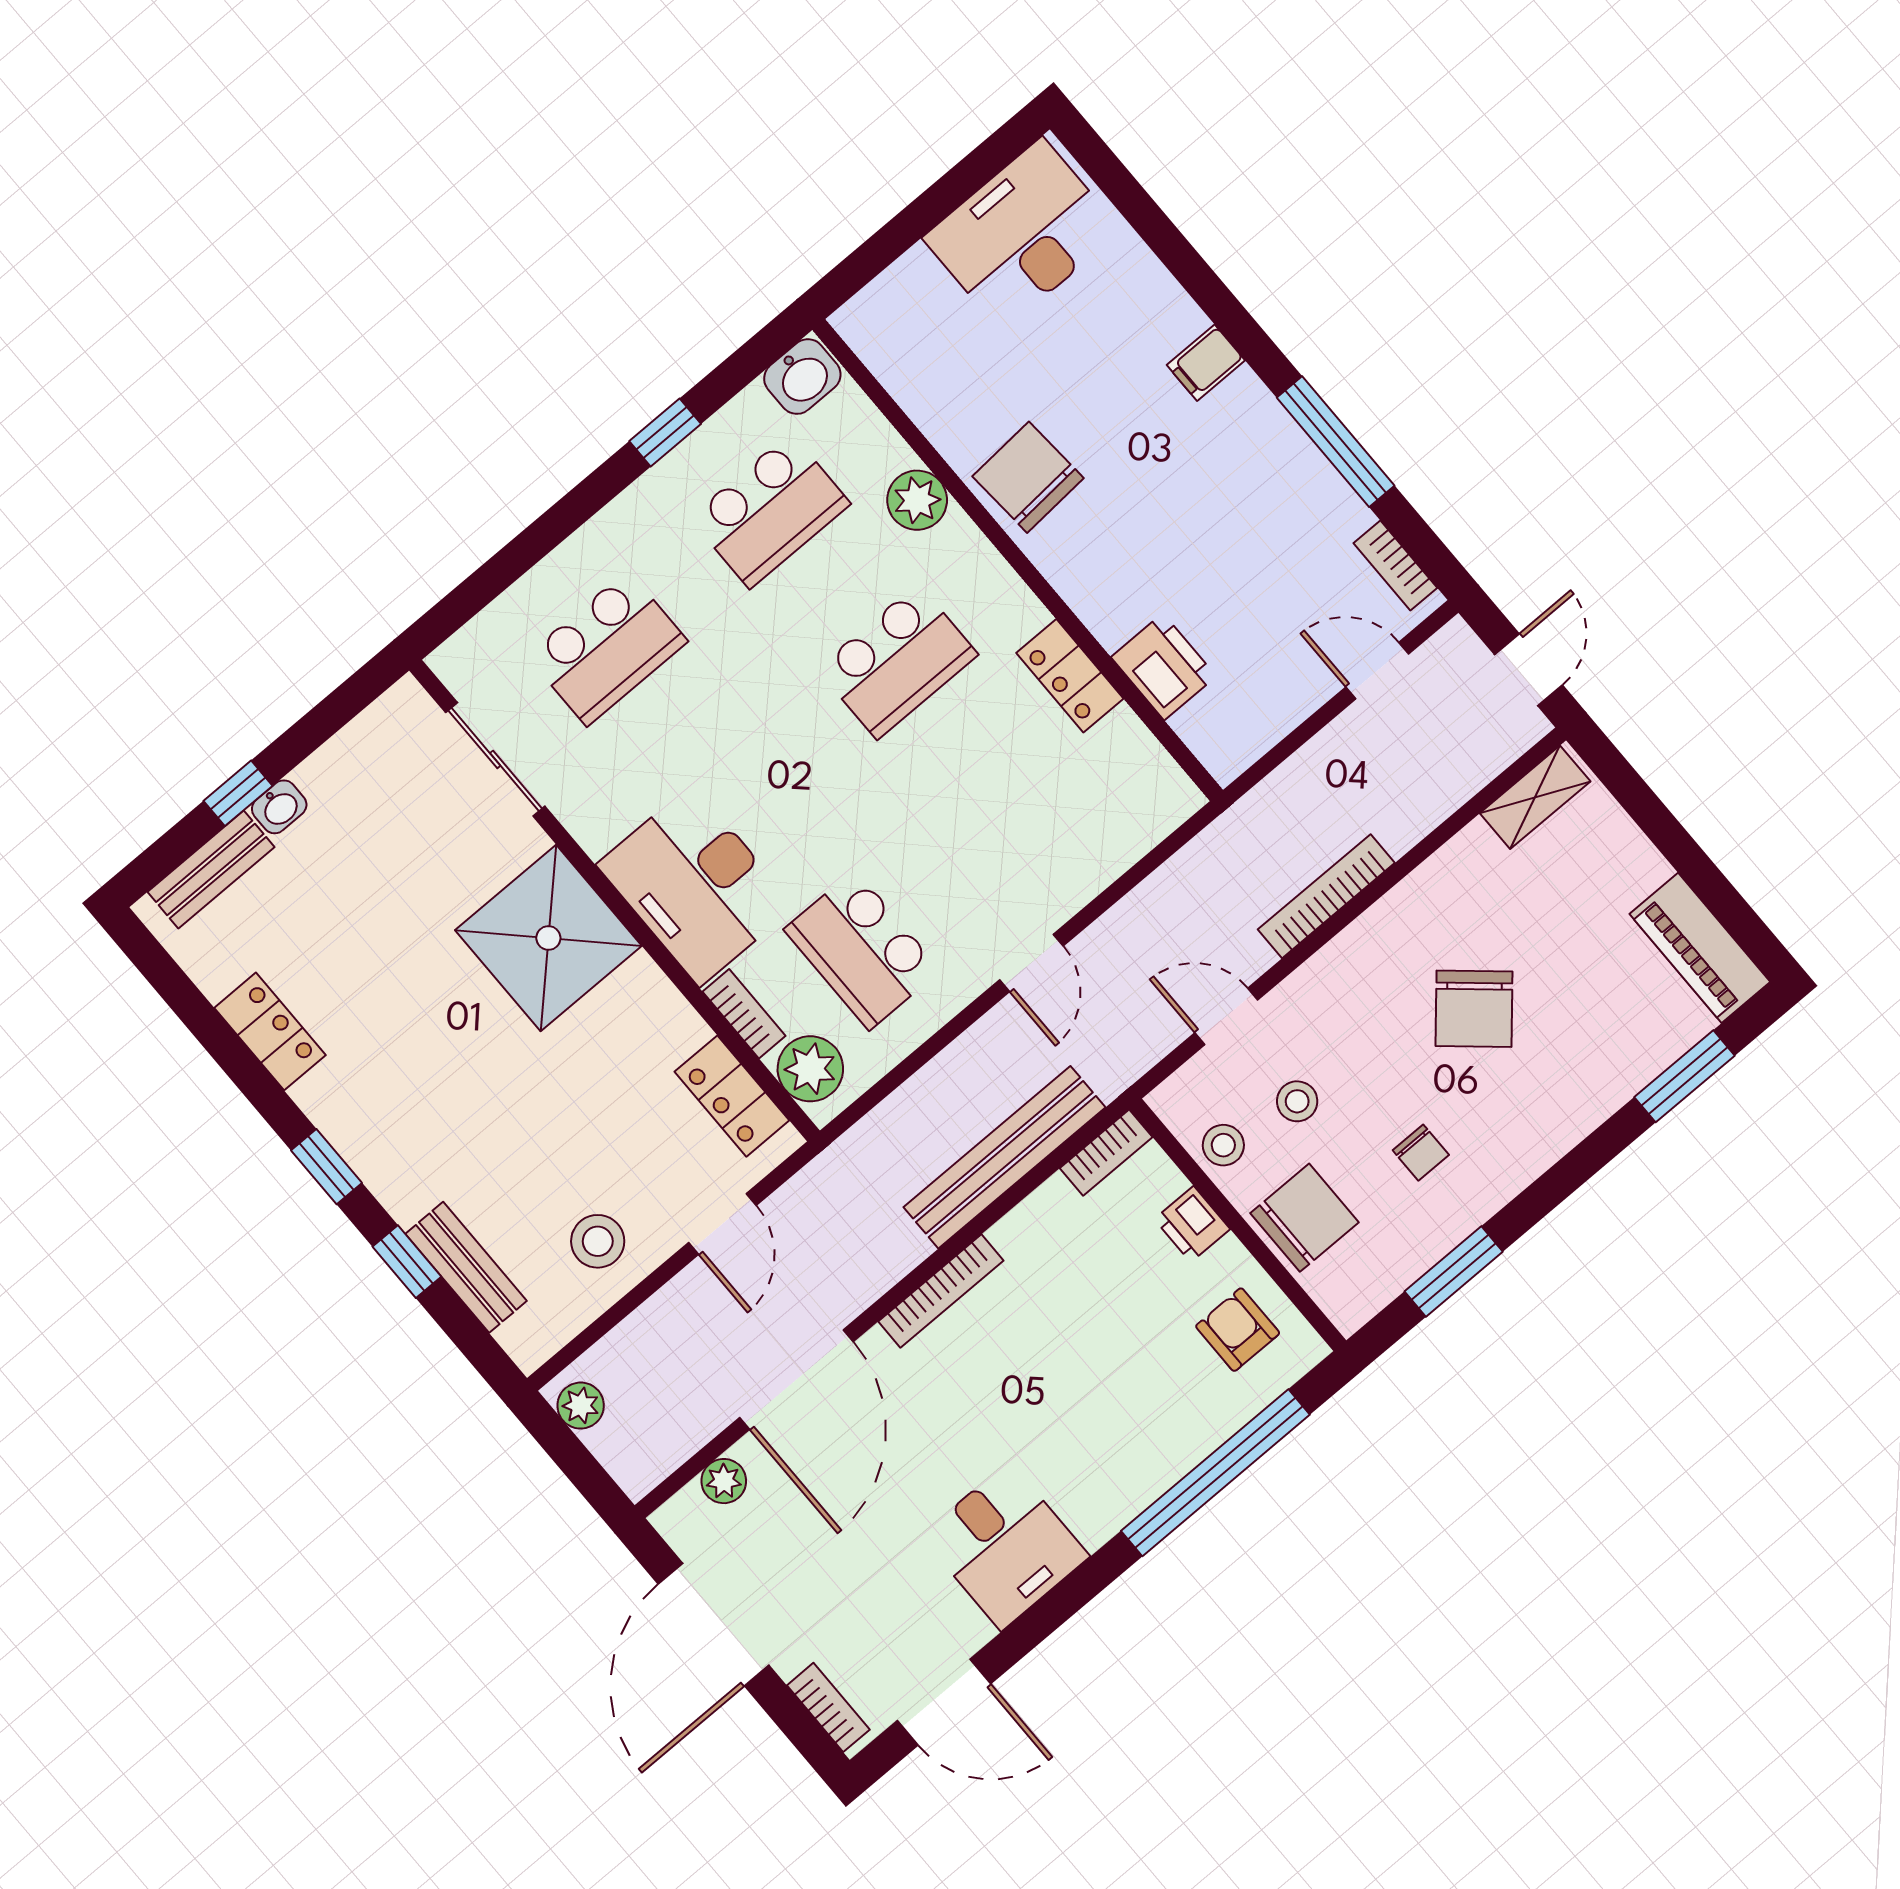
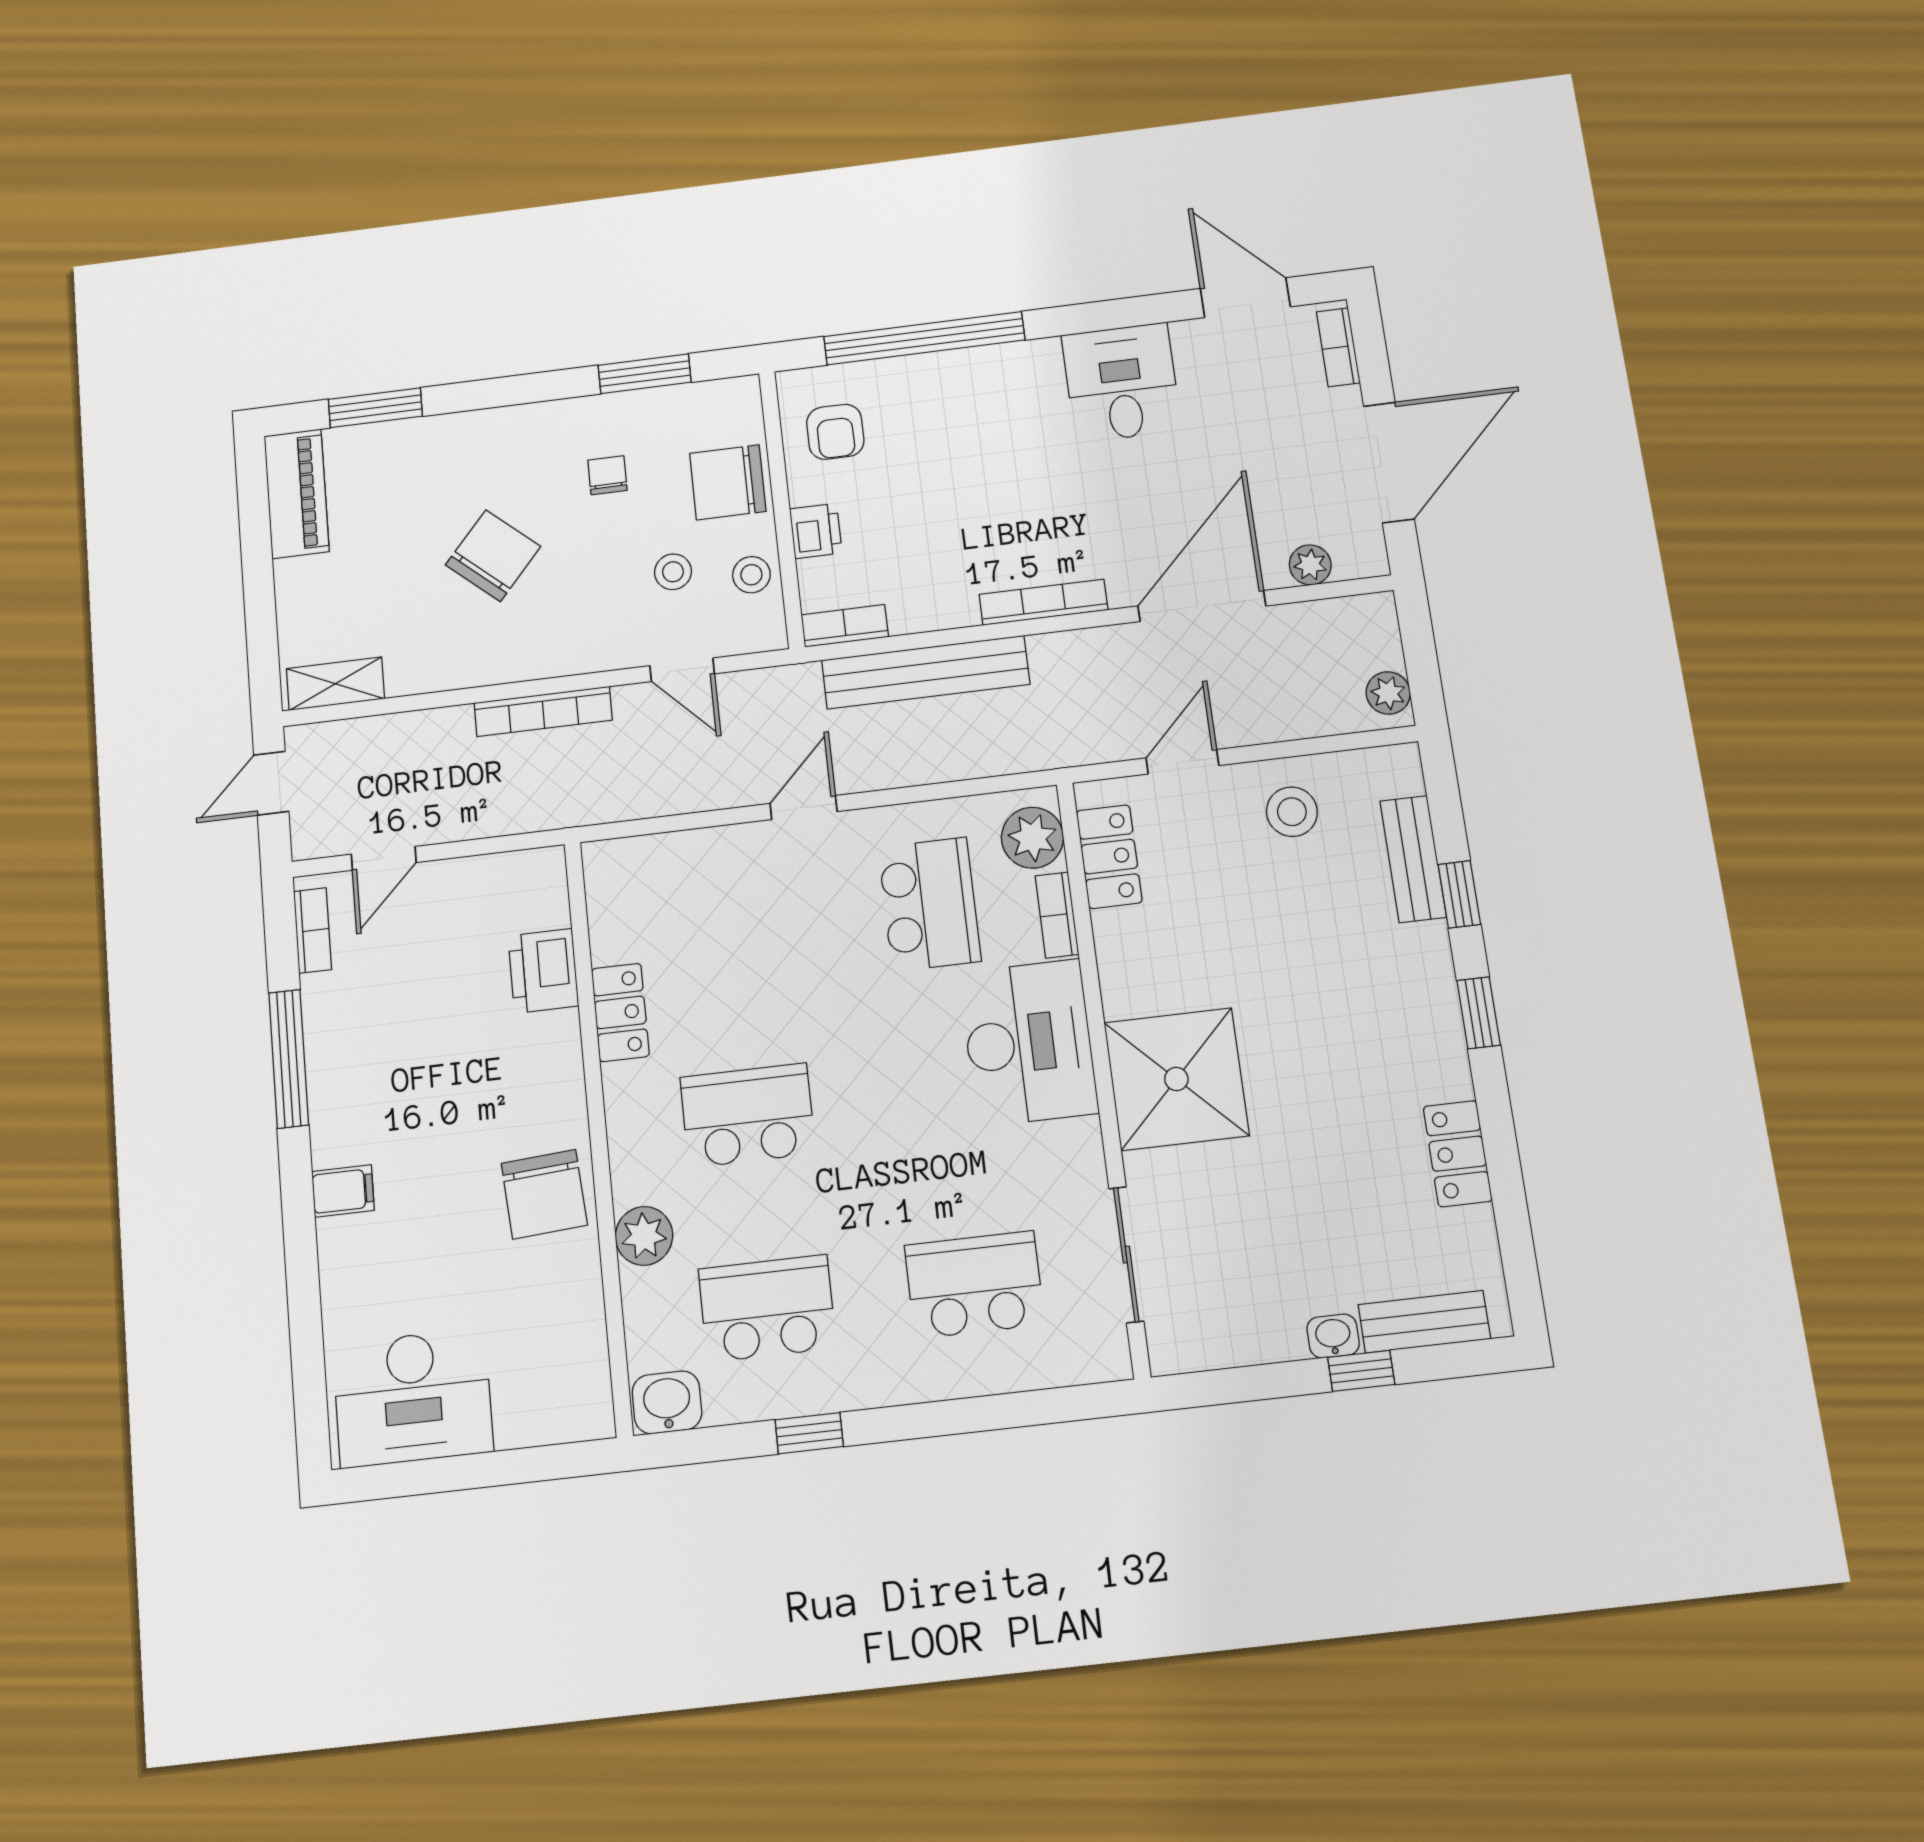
door: (1377, 671) -> (384, 858), hinge flipped

